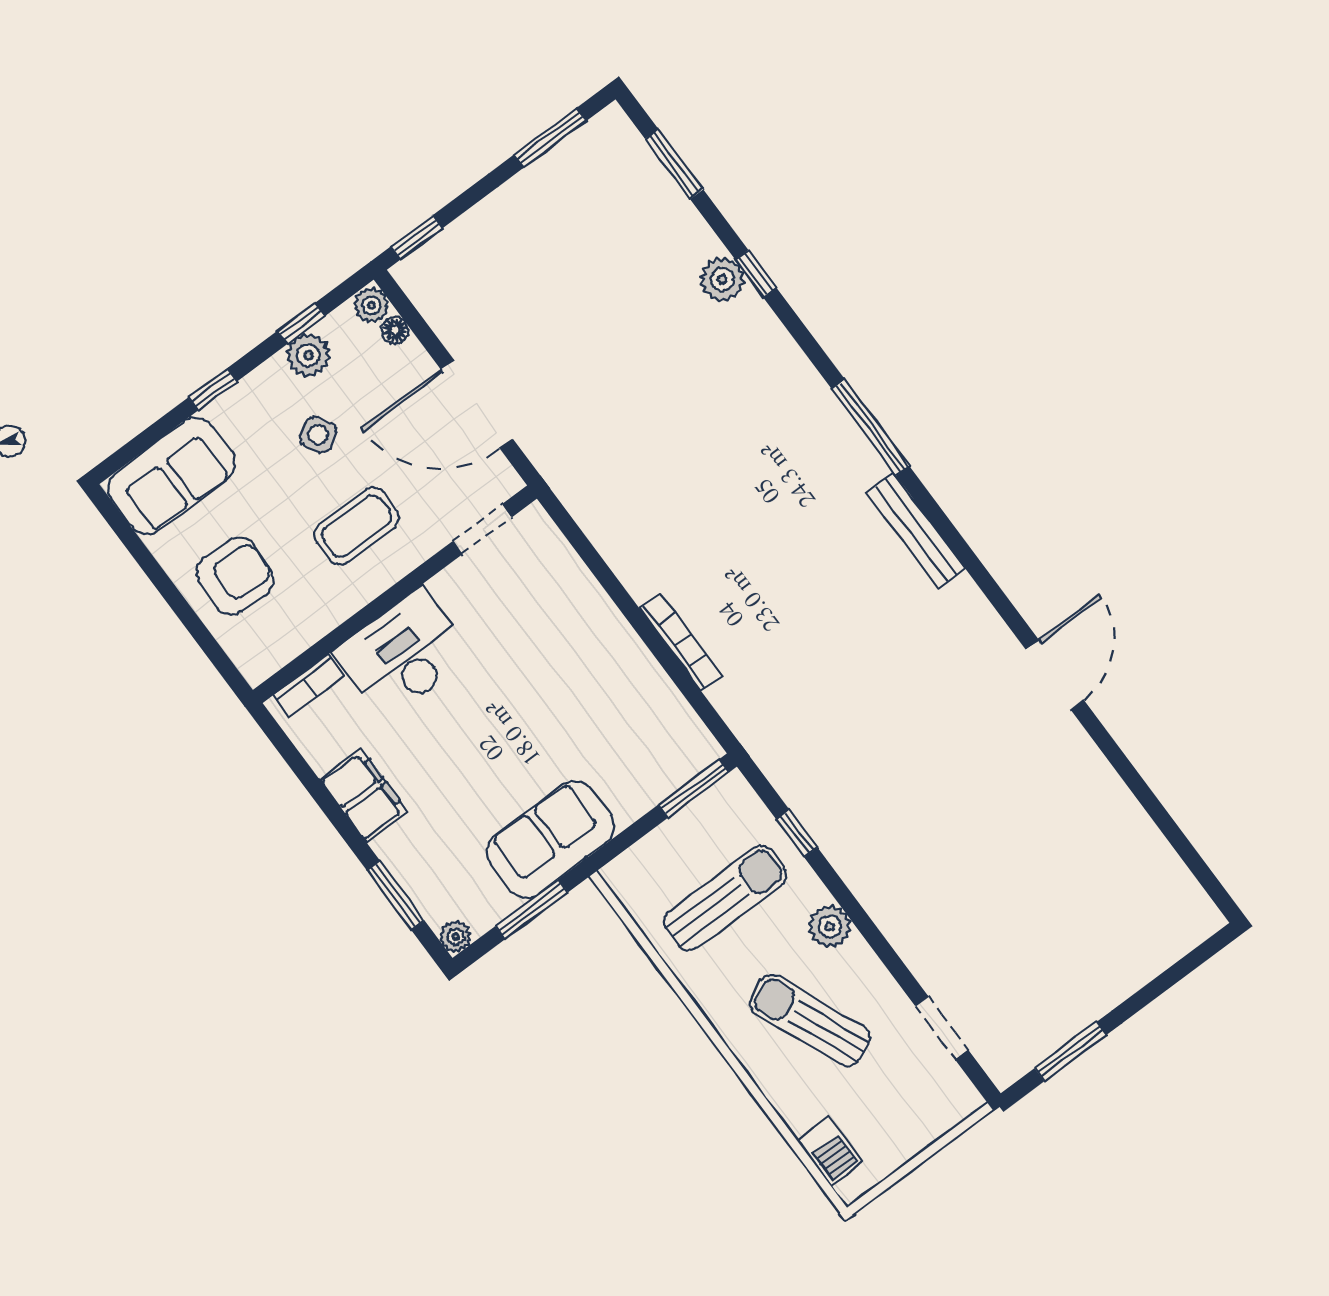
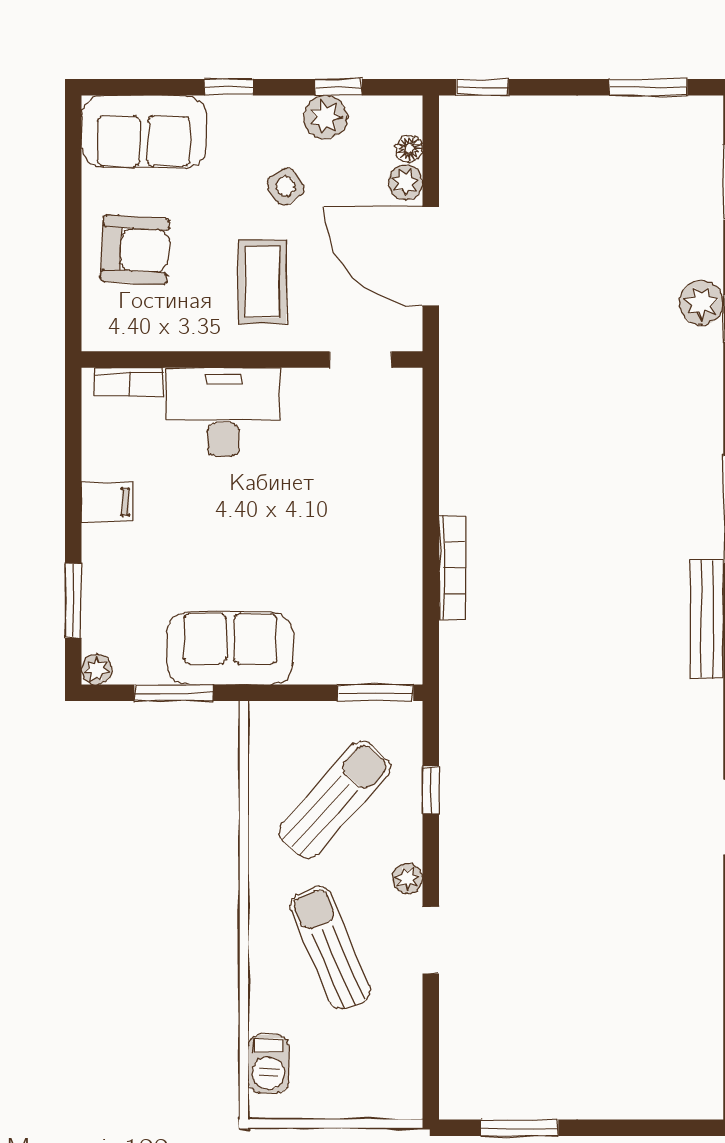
plant: (371, 305) -> (405, 182), moved
coffee table: (357, 526) -> (262, 282), turned 90
filing cabinet: (364, 795) -> (107, 502), width x0.50
sun lounger: (725, 898) -> (335, 799), turned -48
plant: (830, 926) -> (407, 878), width x0.73, depth x0.73
doorway: (942, 1028) -> (431, 940), moved

